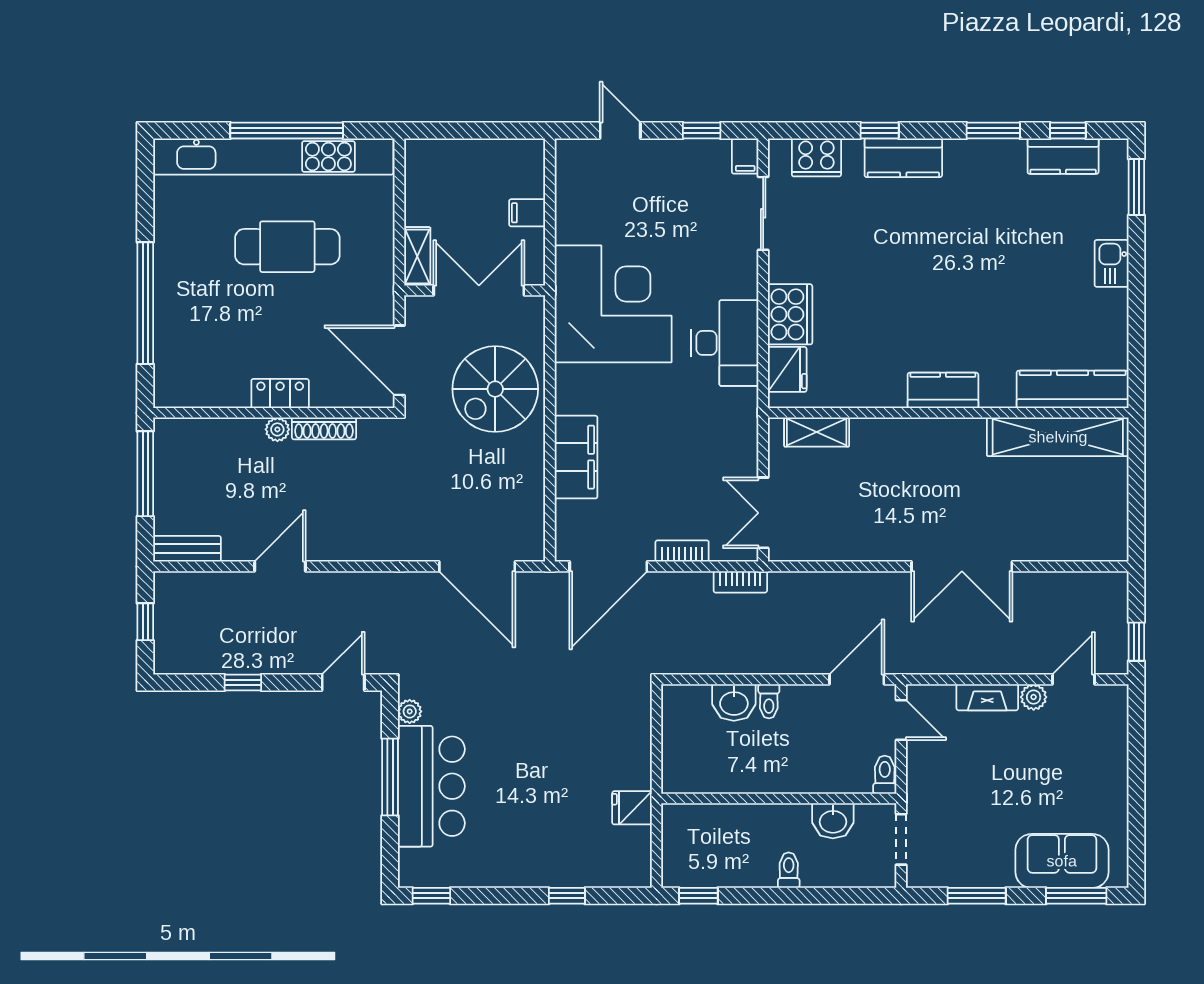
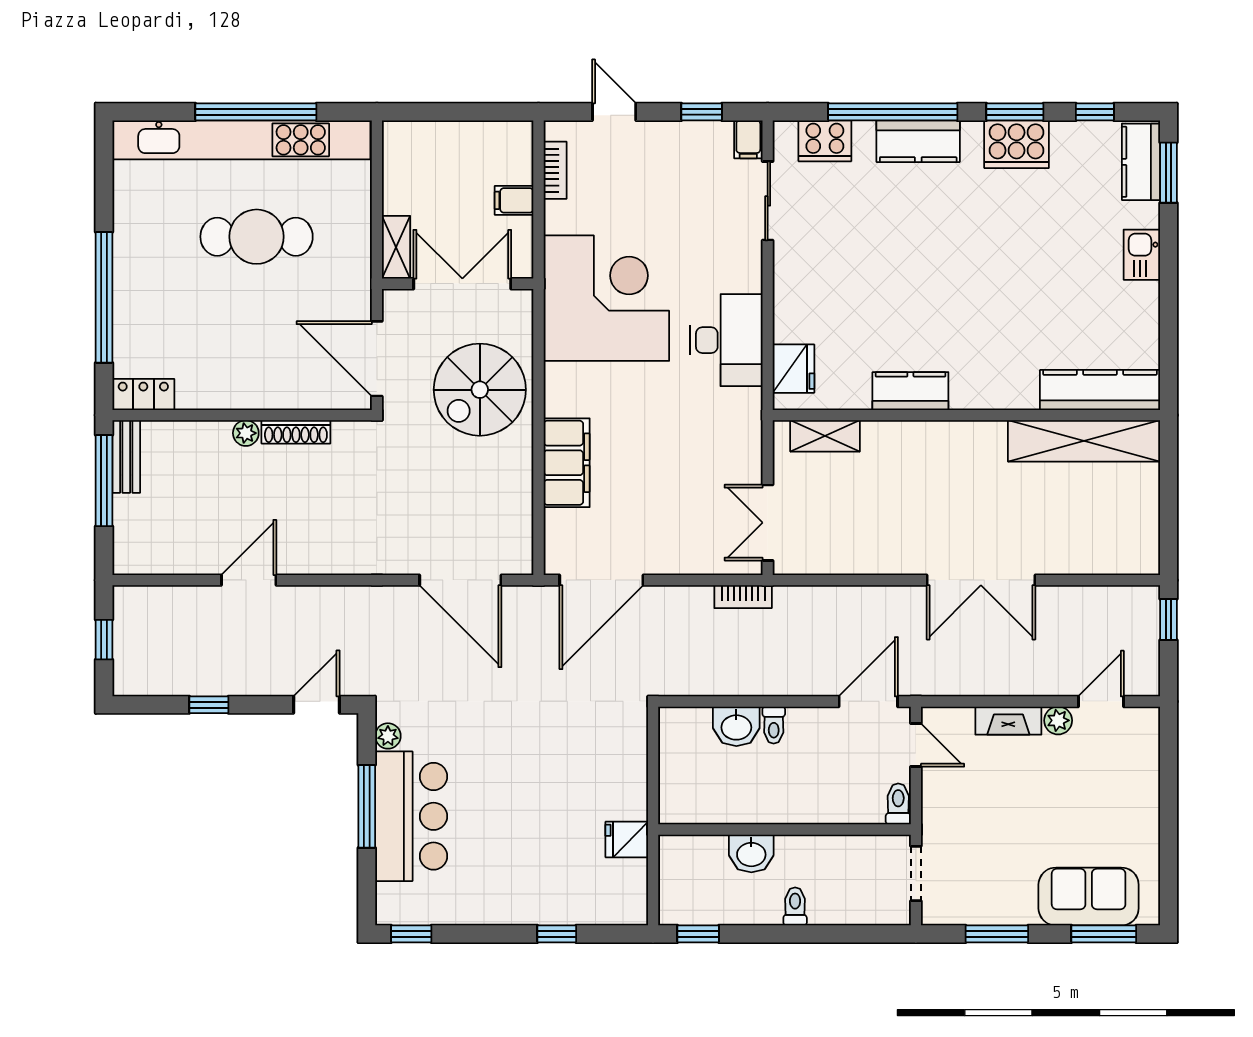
window: (880, 130) -> (893, 112), width x3.17
kitchen counter: (1063, 156) -> (1141, 162), moved, turned 90
cooker: (790, 314) -> (1017, 144), moved, turned 90
kitchen counter: (943, 390) -> (910, 391), moved
locker: (280, 393) -> (143, 394), moved
bench: (187, 549) -> (126, 457), moved, turned 90
bookcase: (682, 551) -> (555, 170), moved, turned 90
window: (1136, 642) -> (1168, 620), moved
washbasin: (833, 821) -> (751, 853), moved

